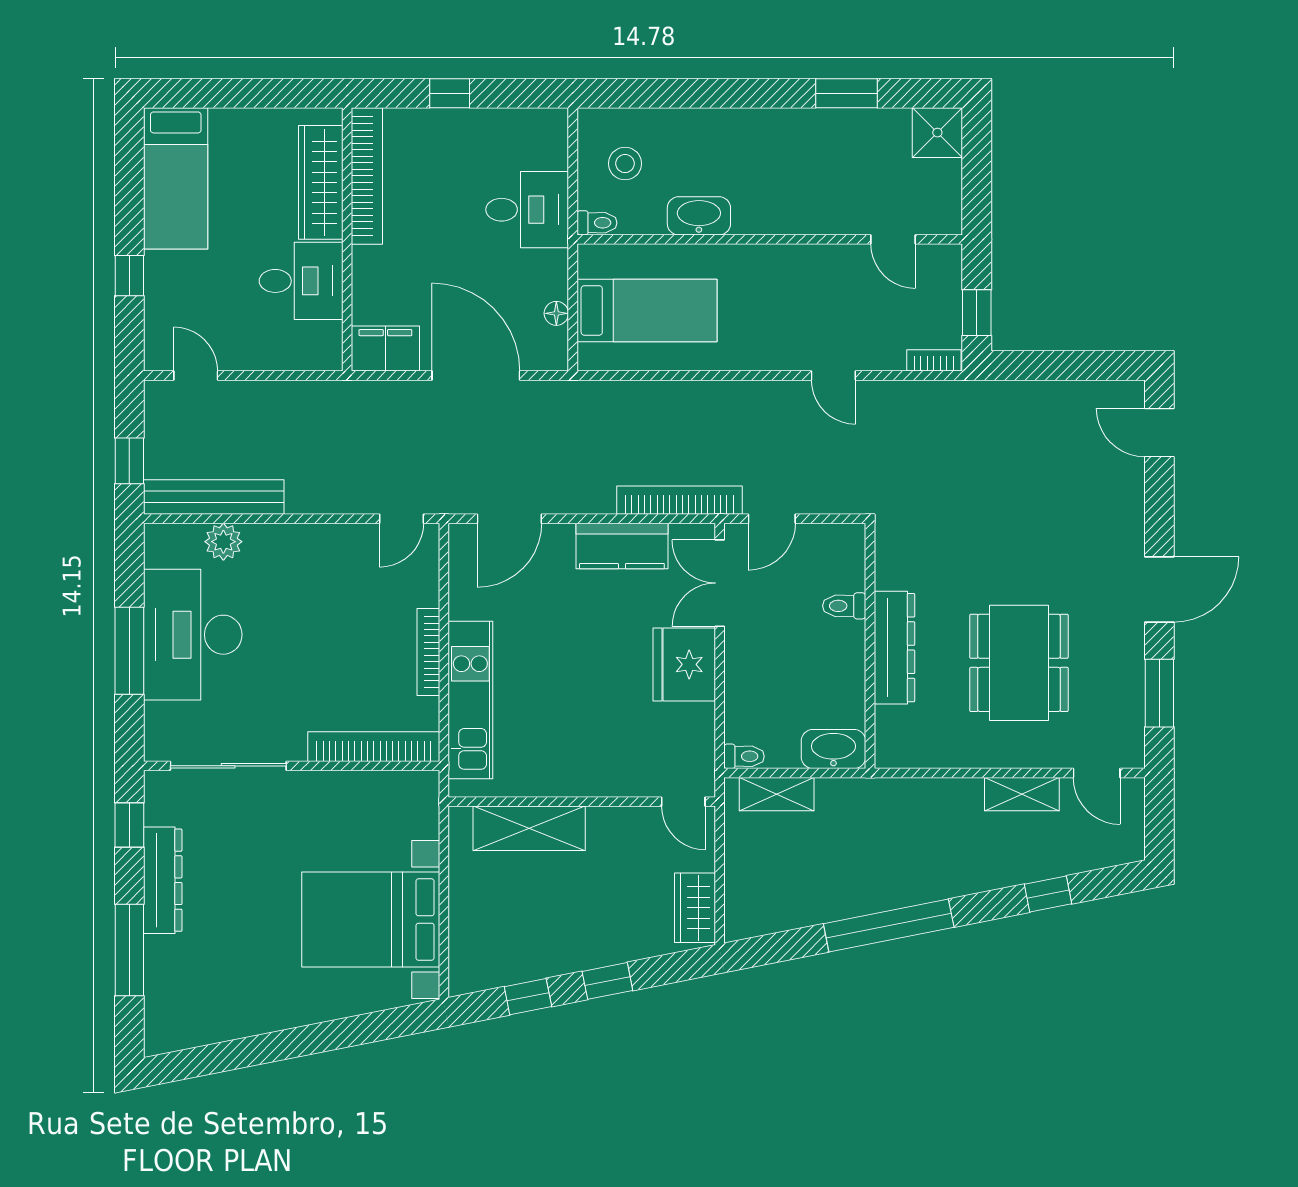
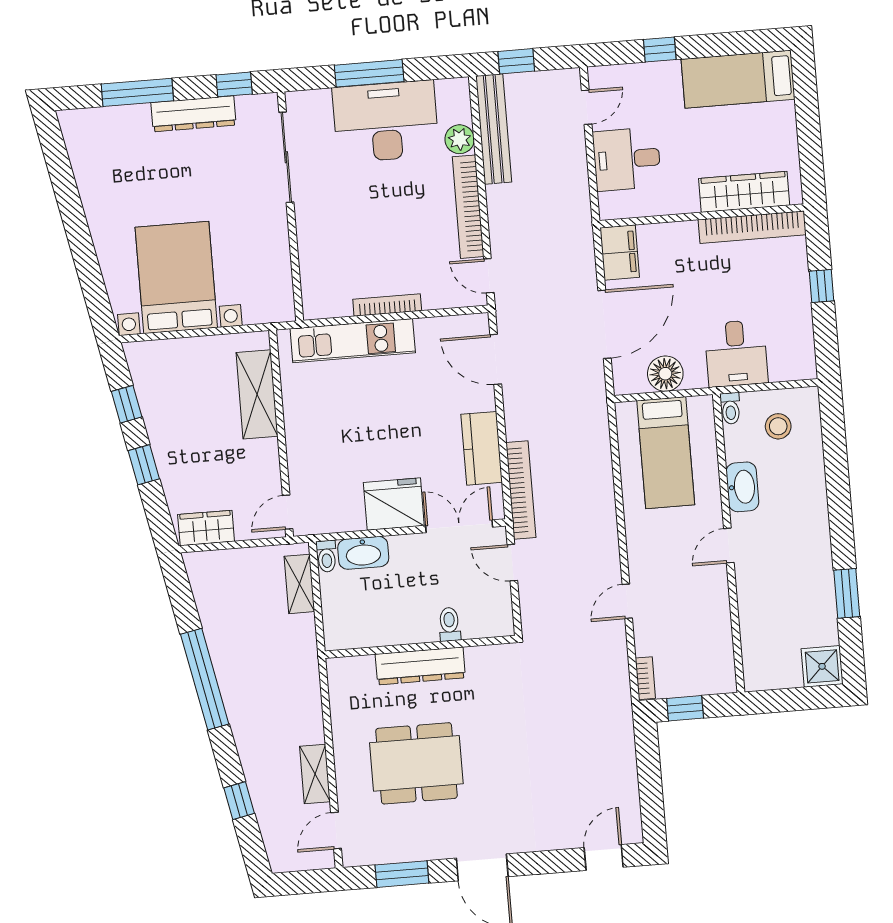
door: (893, 239) -> (729, 546), moved
desk: (301, 281) -> (627, 159), moved, turned 90
floor lamp: (556, 313) -> (665, 374), width x1.89, depth x1.89
bookcase: (374, 747) -> (468, 207), moved, turned 180
washbasin: (833, 749) -> (363, 553), moved, turned 90

